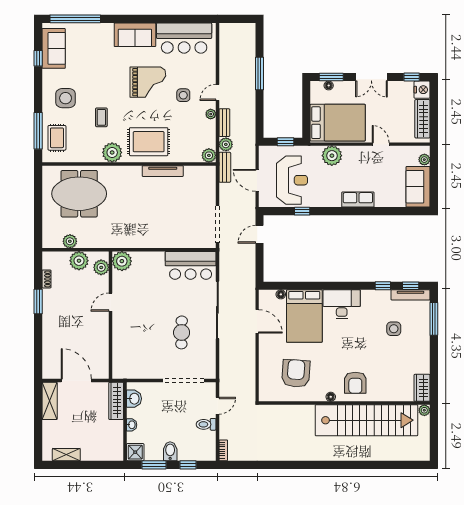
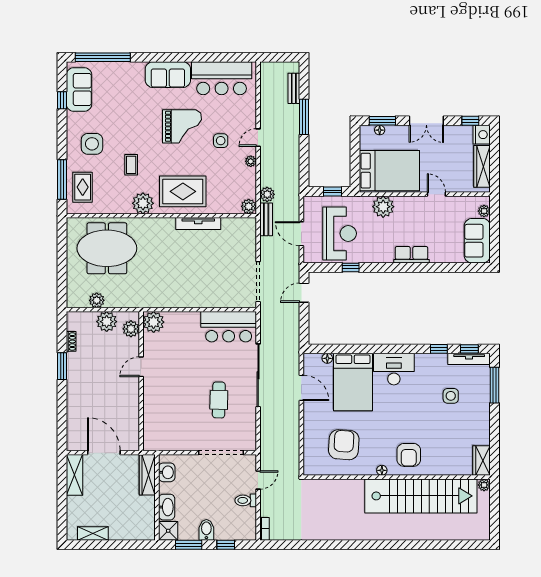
bench: (224, 123) -> (294, 88), moved
washbasin: (132, 425) -> (167, 507), width x1.91, depth x1.45

